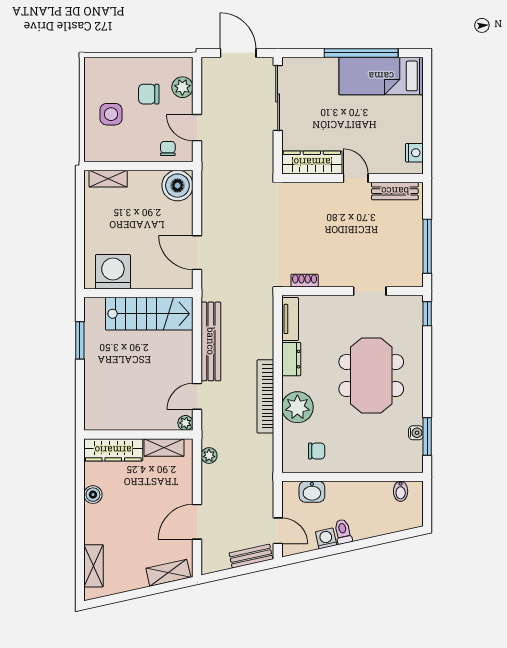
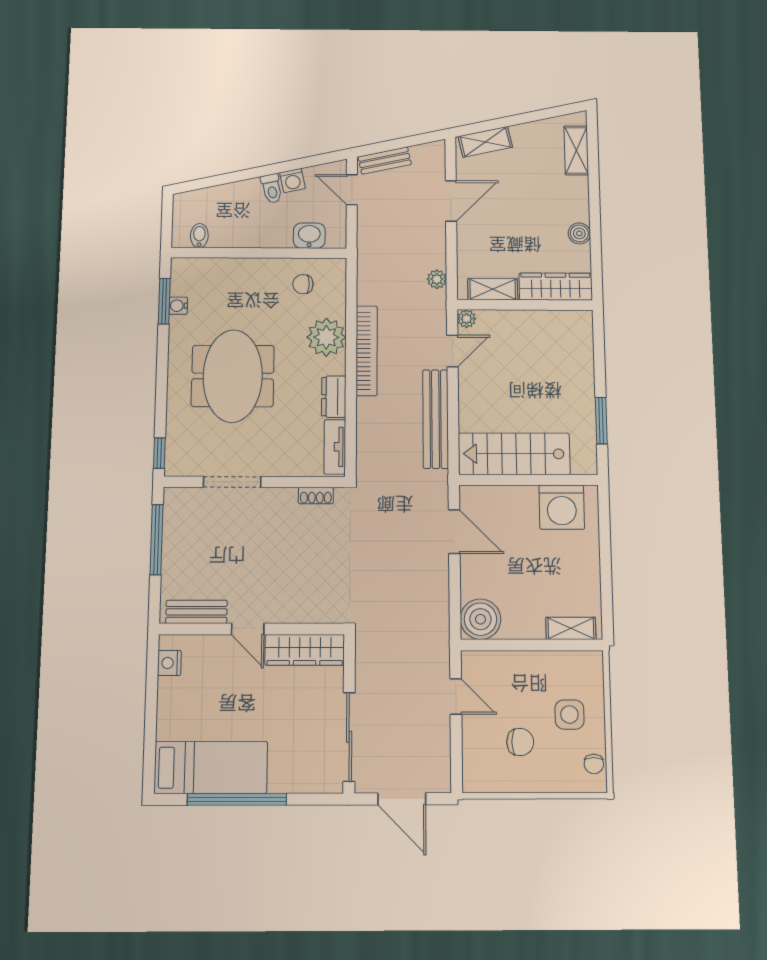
plant: (182, 87) -> (476, 751), removed
chair: (168, 149) -> (594, 764), moved
doorway: (370, 291) -> (232, 482), width x1.38

